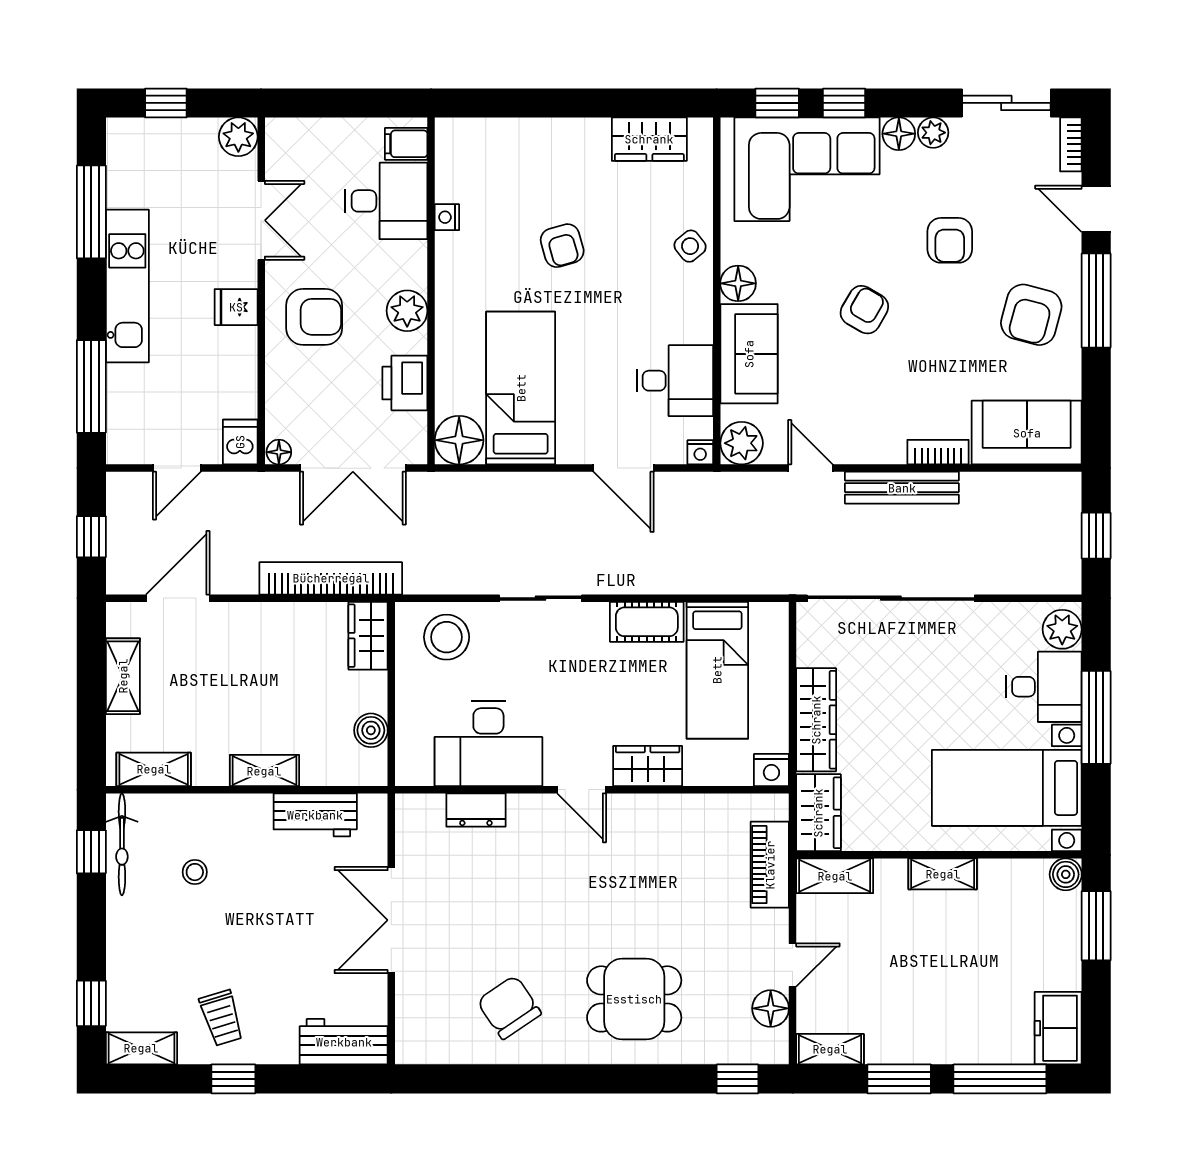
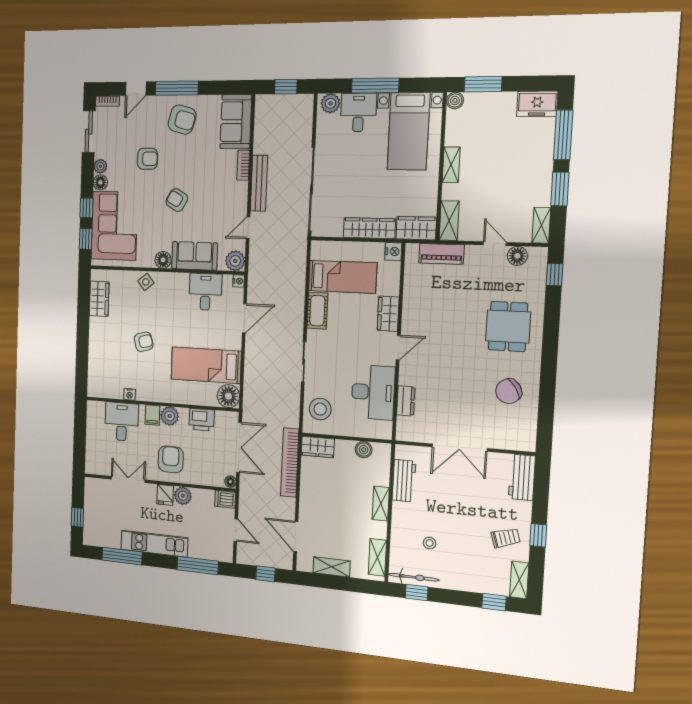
plant: (238, 137) -> (183, 496), moved
filing cabinet: (406, 144) -> (152, 415), moved

